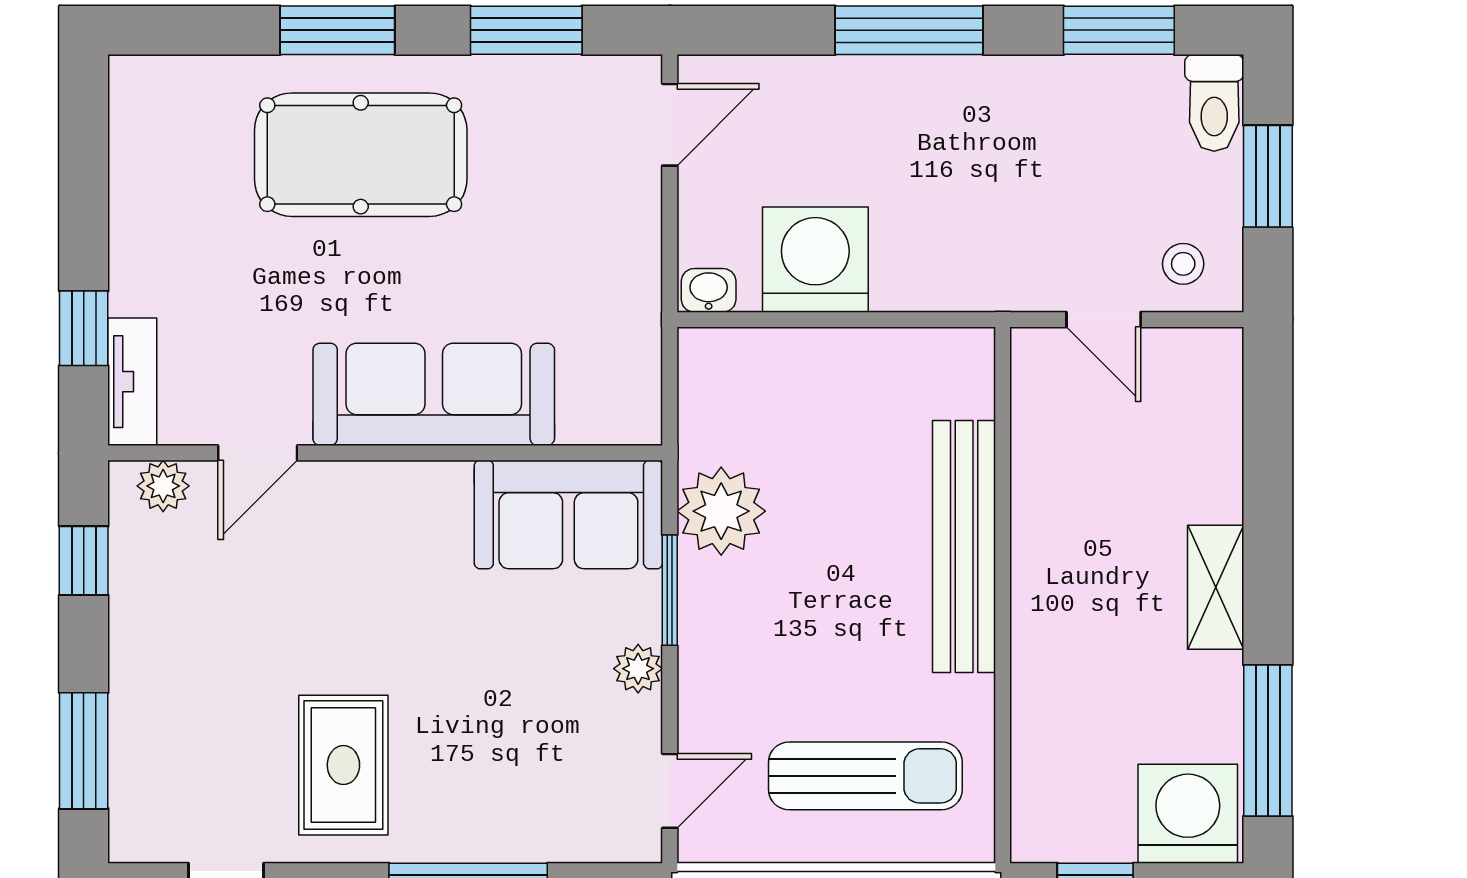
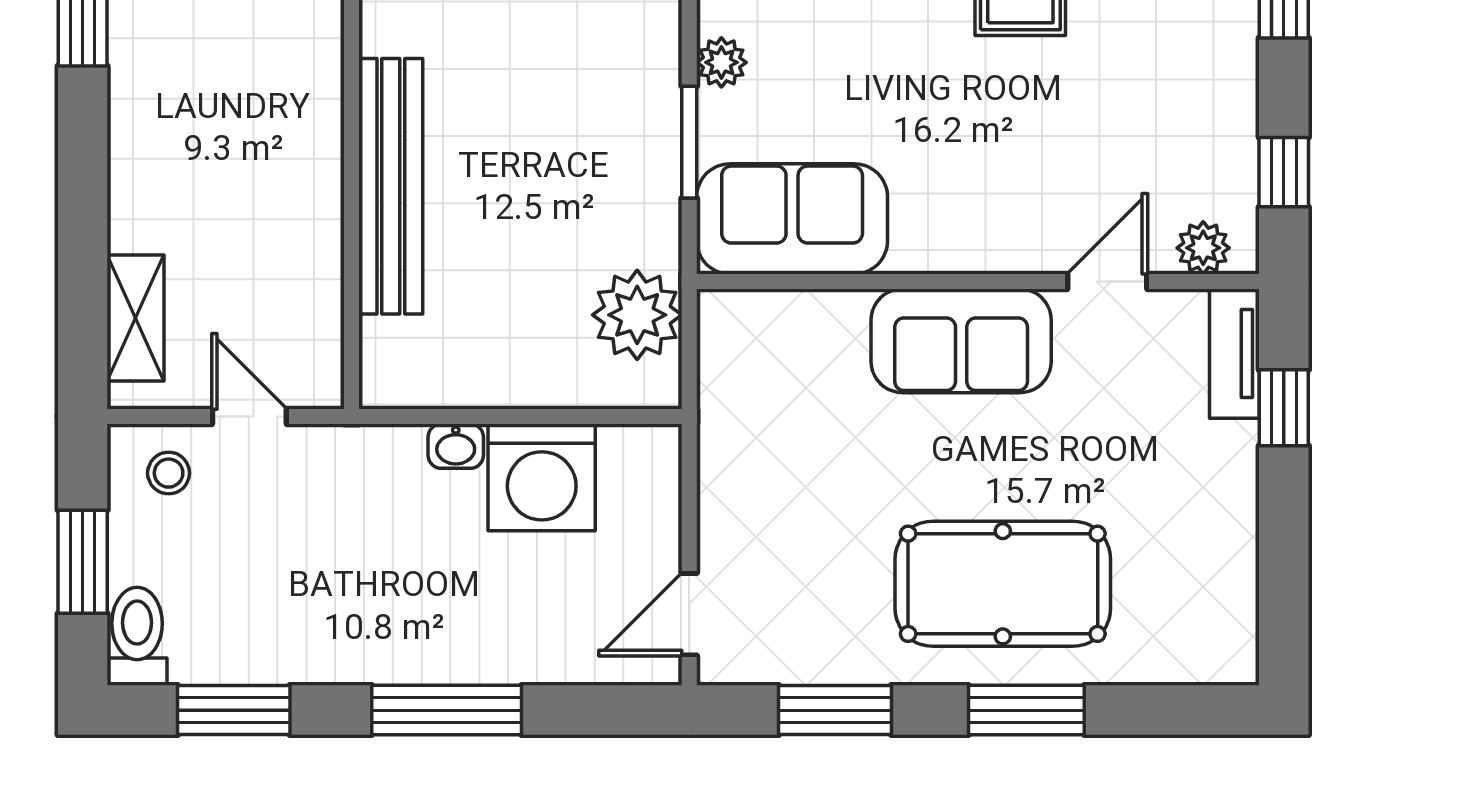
washbasin: (709, 290) -> (456, 446), moved
sofa: (434, 394) -> (961, 341), width x0.73
plant: (721, 511) -> (637, 315), moved
shelving: (1216, 587) -> (136, 318), moved

